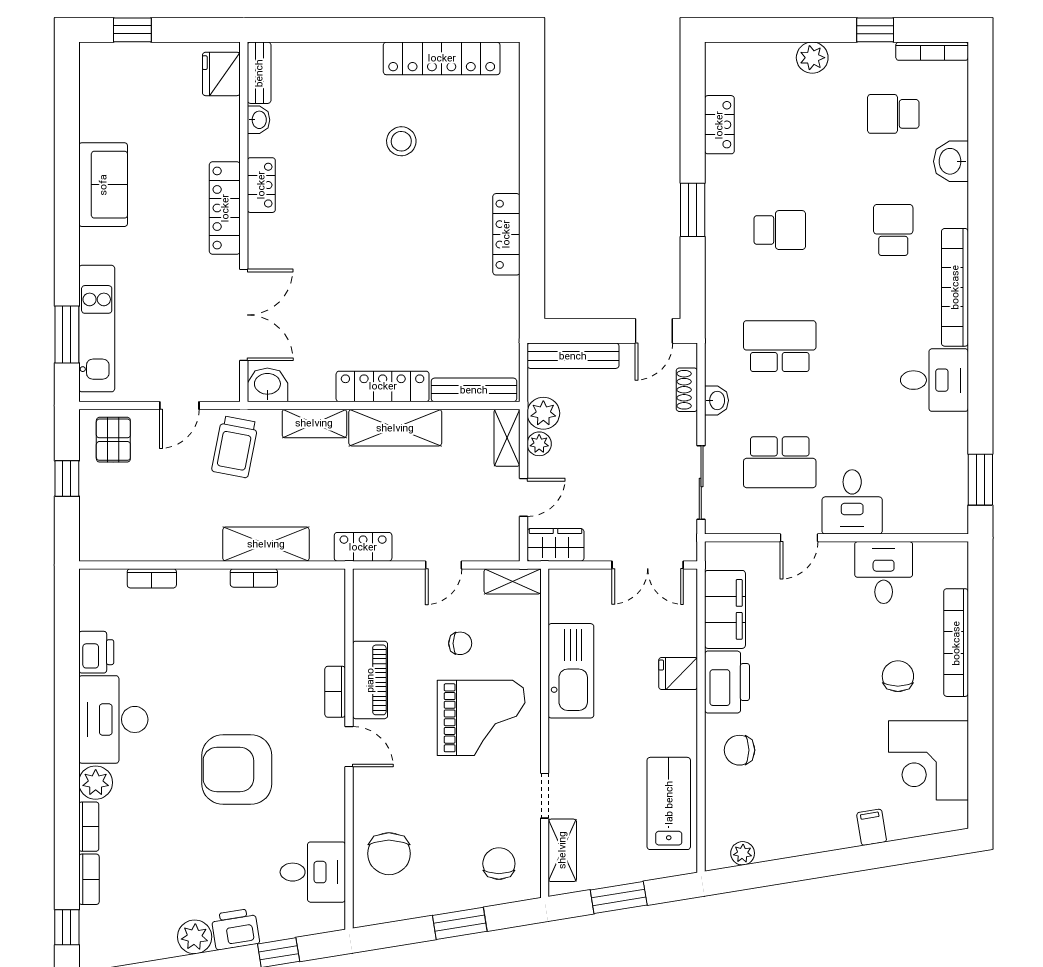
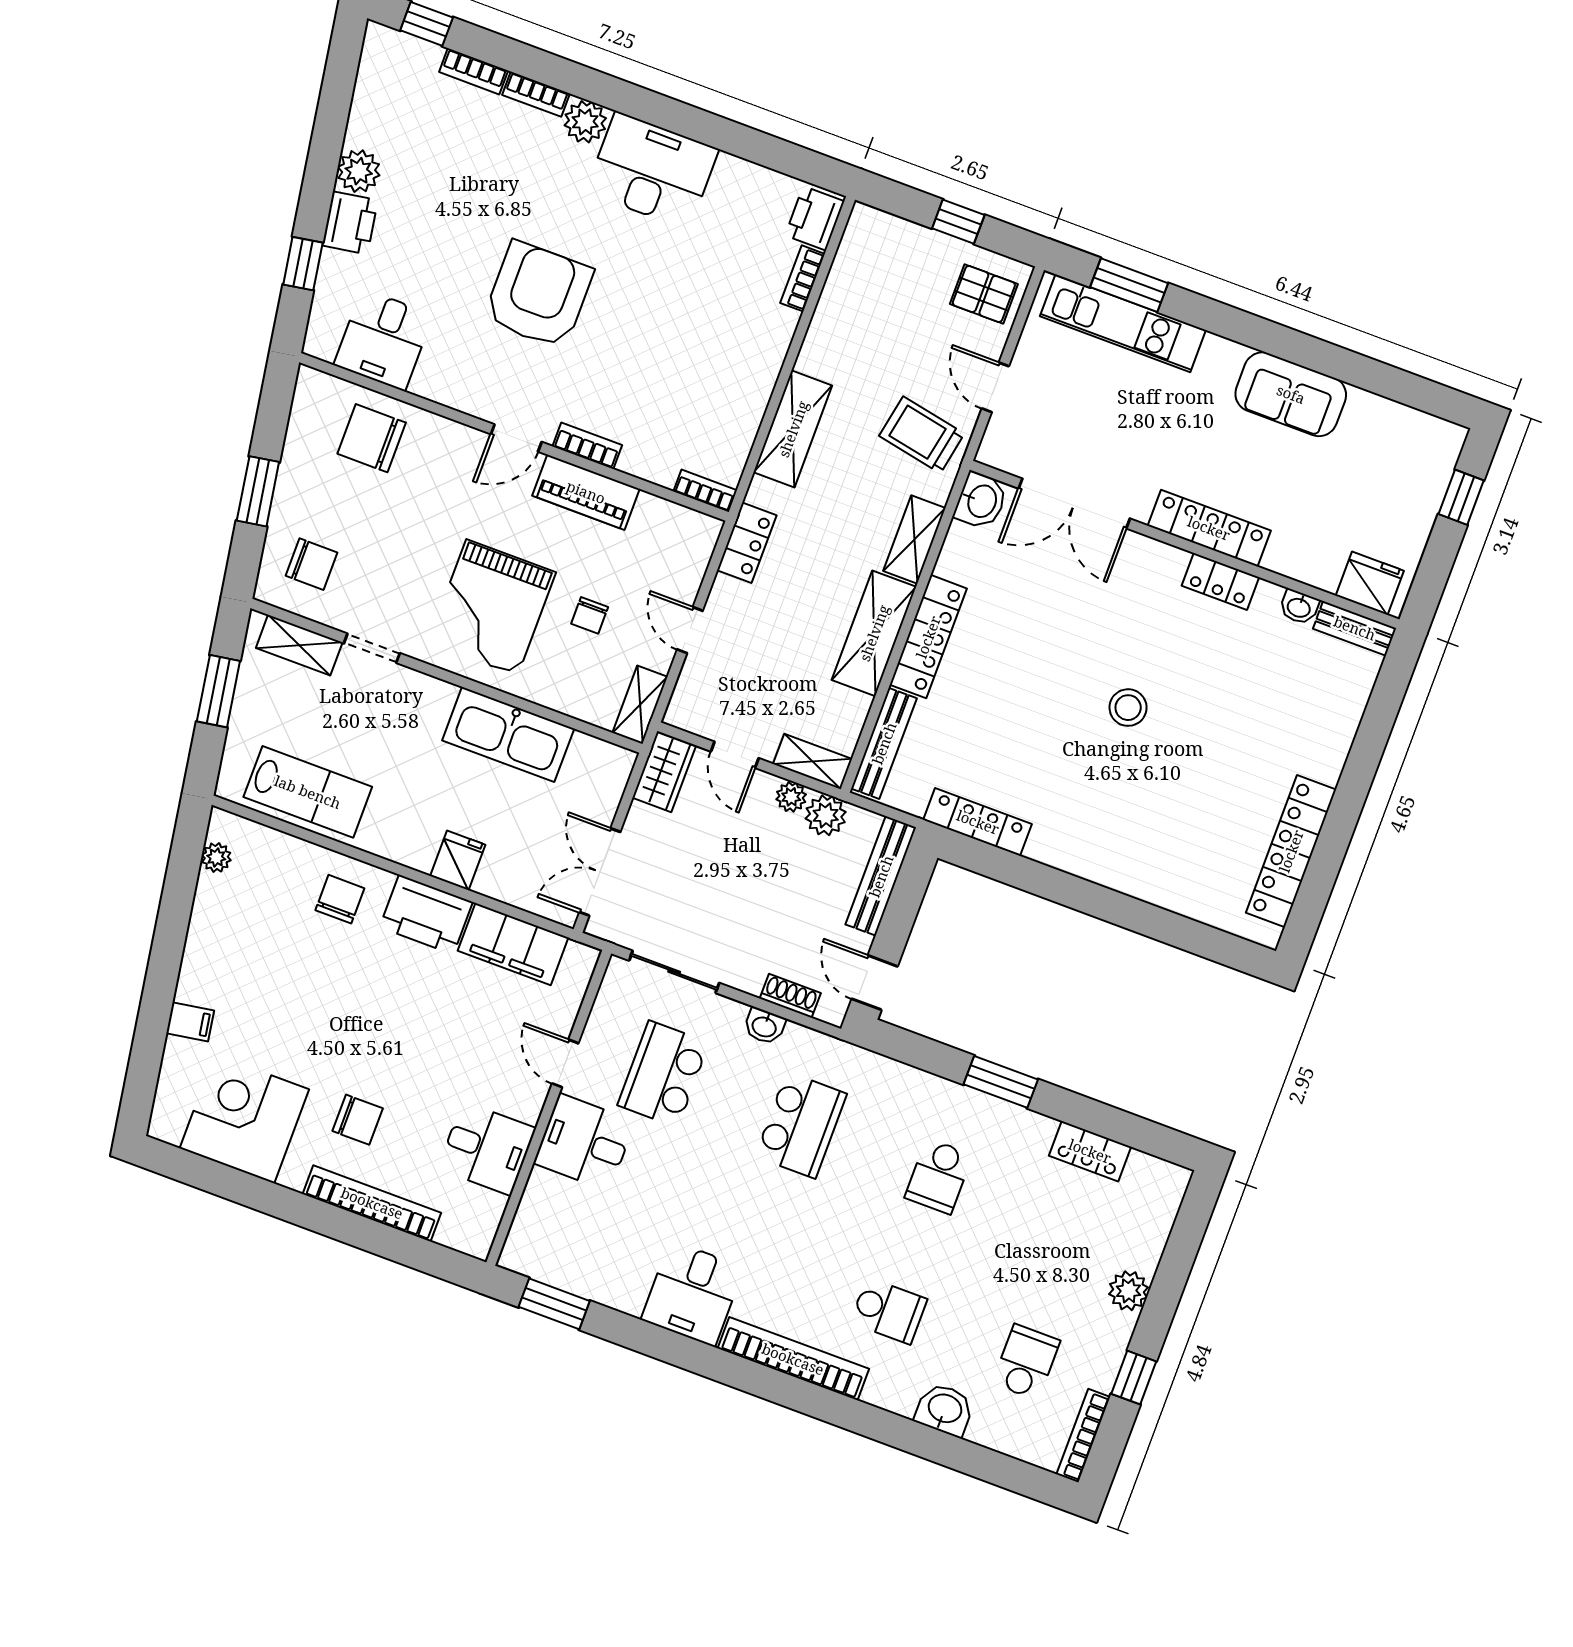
stool: (401, 141) -> (1128, 708), moved
locker: (506, 234) -> (978, 822), moved
bookcase: (254, 578) -> (705, 491), moved, turned 90
printer: (96, 652) -> (815, 218), moved, turned 90

